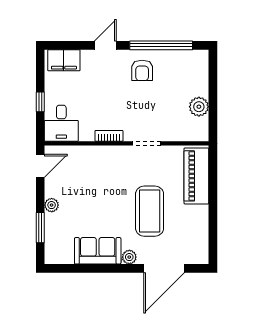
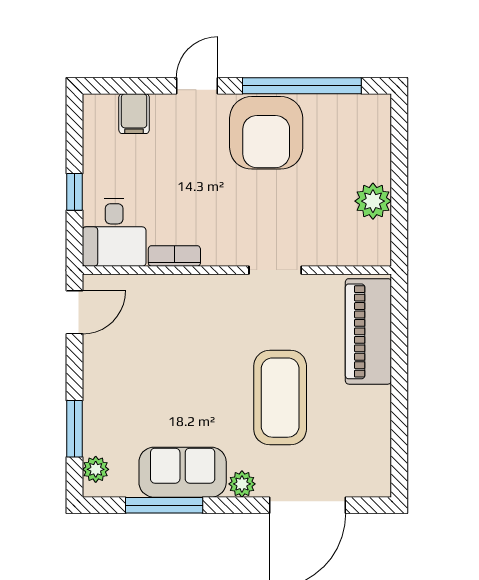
filing cabinet: (64, 60) -> (134, 114), width x0.50
armchair: (142, 70) -> (266, 133), width x1.88, depth x1.88
bookcase: (109, 136) -> (174, 256), moved
plant: (52, 205) -> (96, 469), moved
window: (88, 268) -> (164, 505), added

